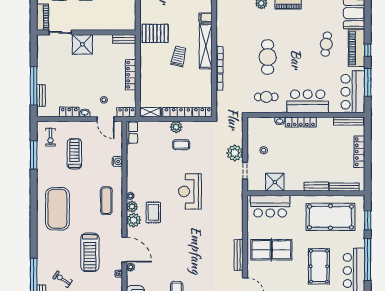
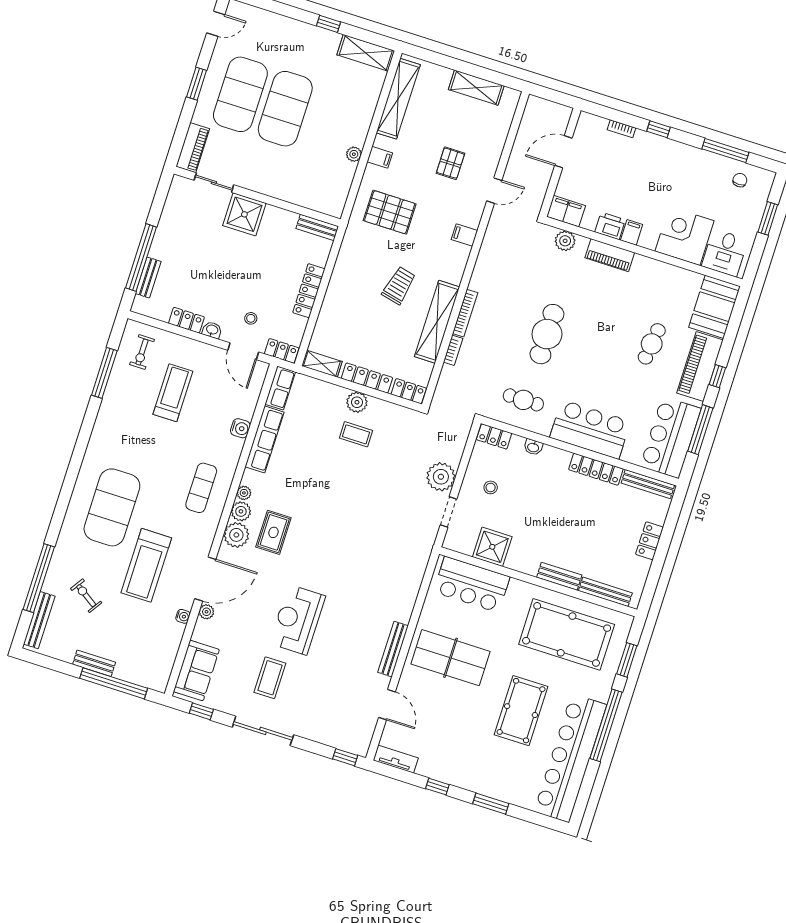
pallet: (155, 33) -> (390, 212), moved
shelving: (206, 46) -> (437, 322), moved
locker: (257, 122) -> (494, 436), added
locker: (301, 122) -> (596, 469), moved
locker: (359, 152) -> (650, 541), width x0.66
row of seats: (132, 163) -> (265, 439), added
reception desk: (190, 191) -> (297, 620), moved
exercise mat: (57, 209) -> (112, 507), moved
door: (124, 250) -> (205, 579), hinge flipped

